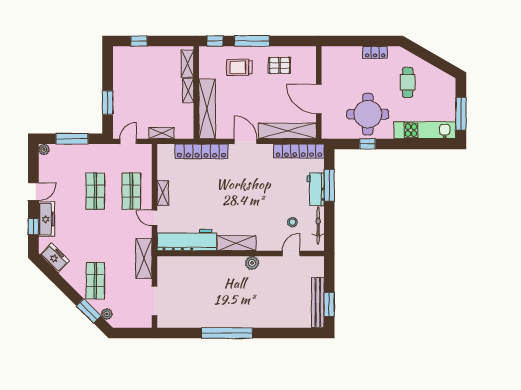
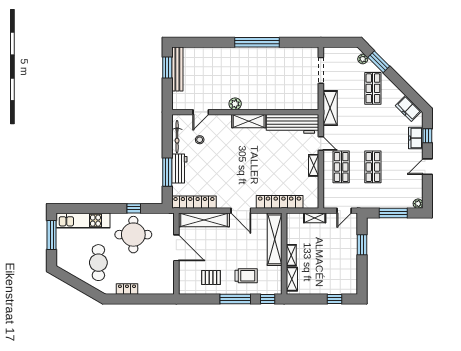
cafe table: (408, 82) -> (98, 263), width x1.37, depth x1.35
freezer: (47, 219) -> (416, 138), width x0.71

